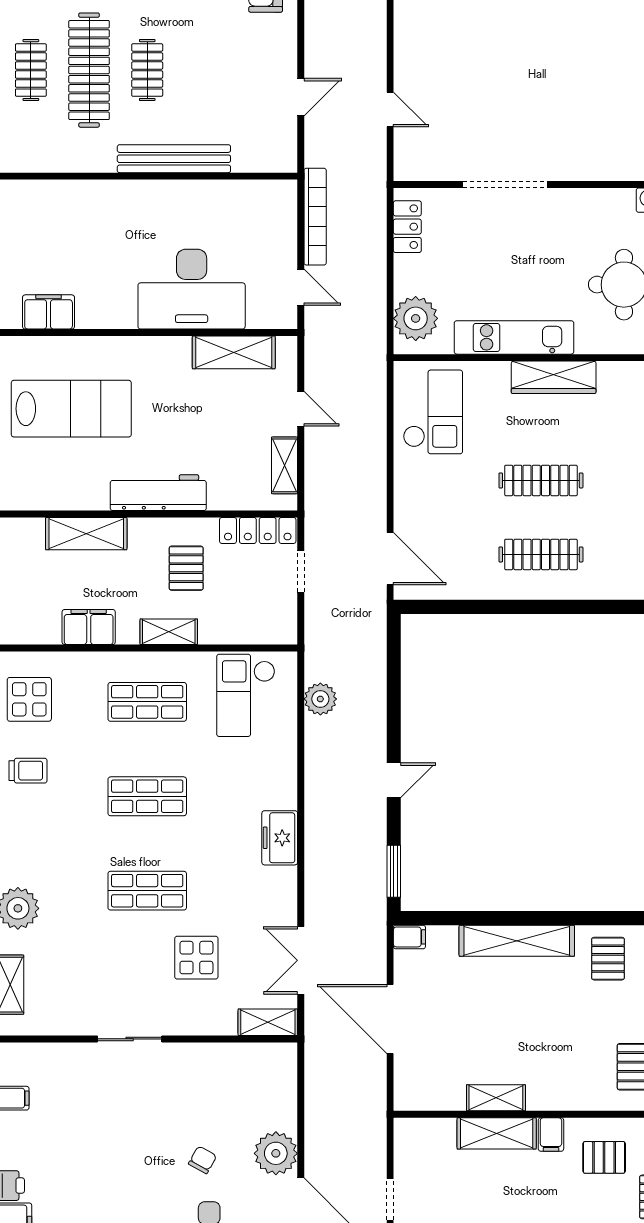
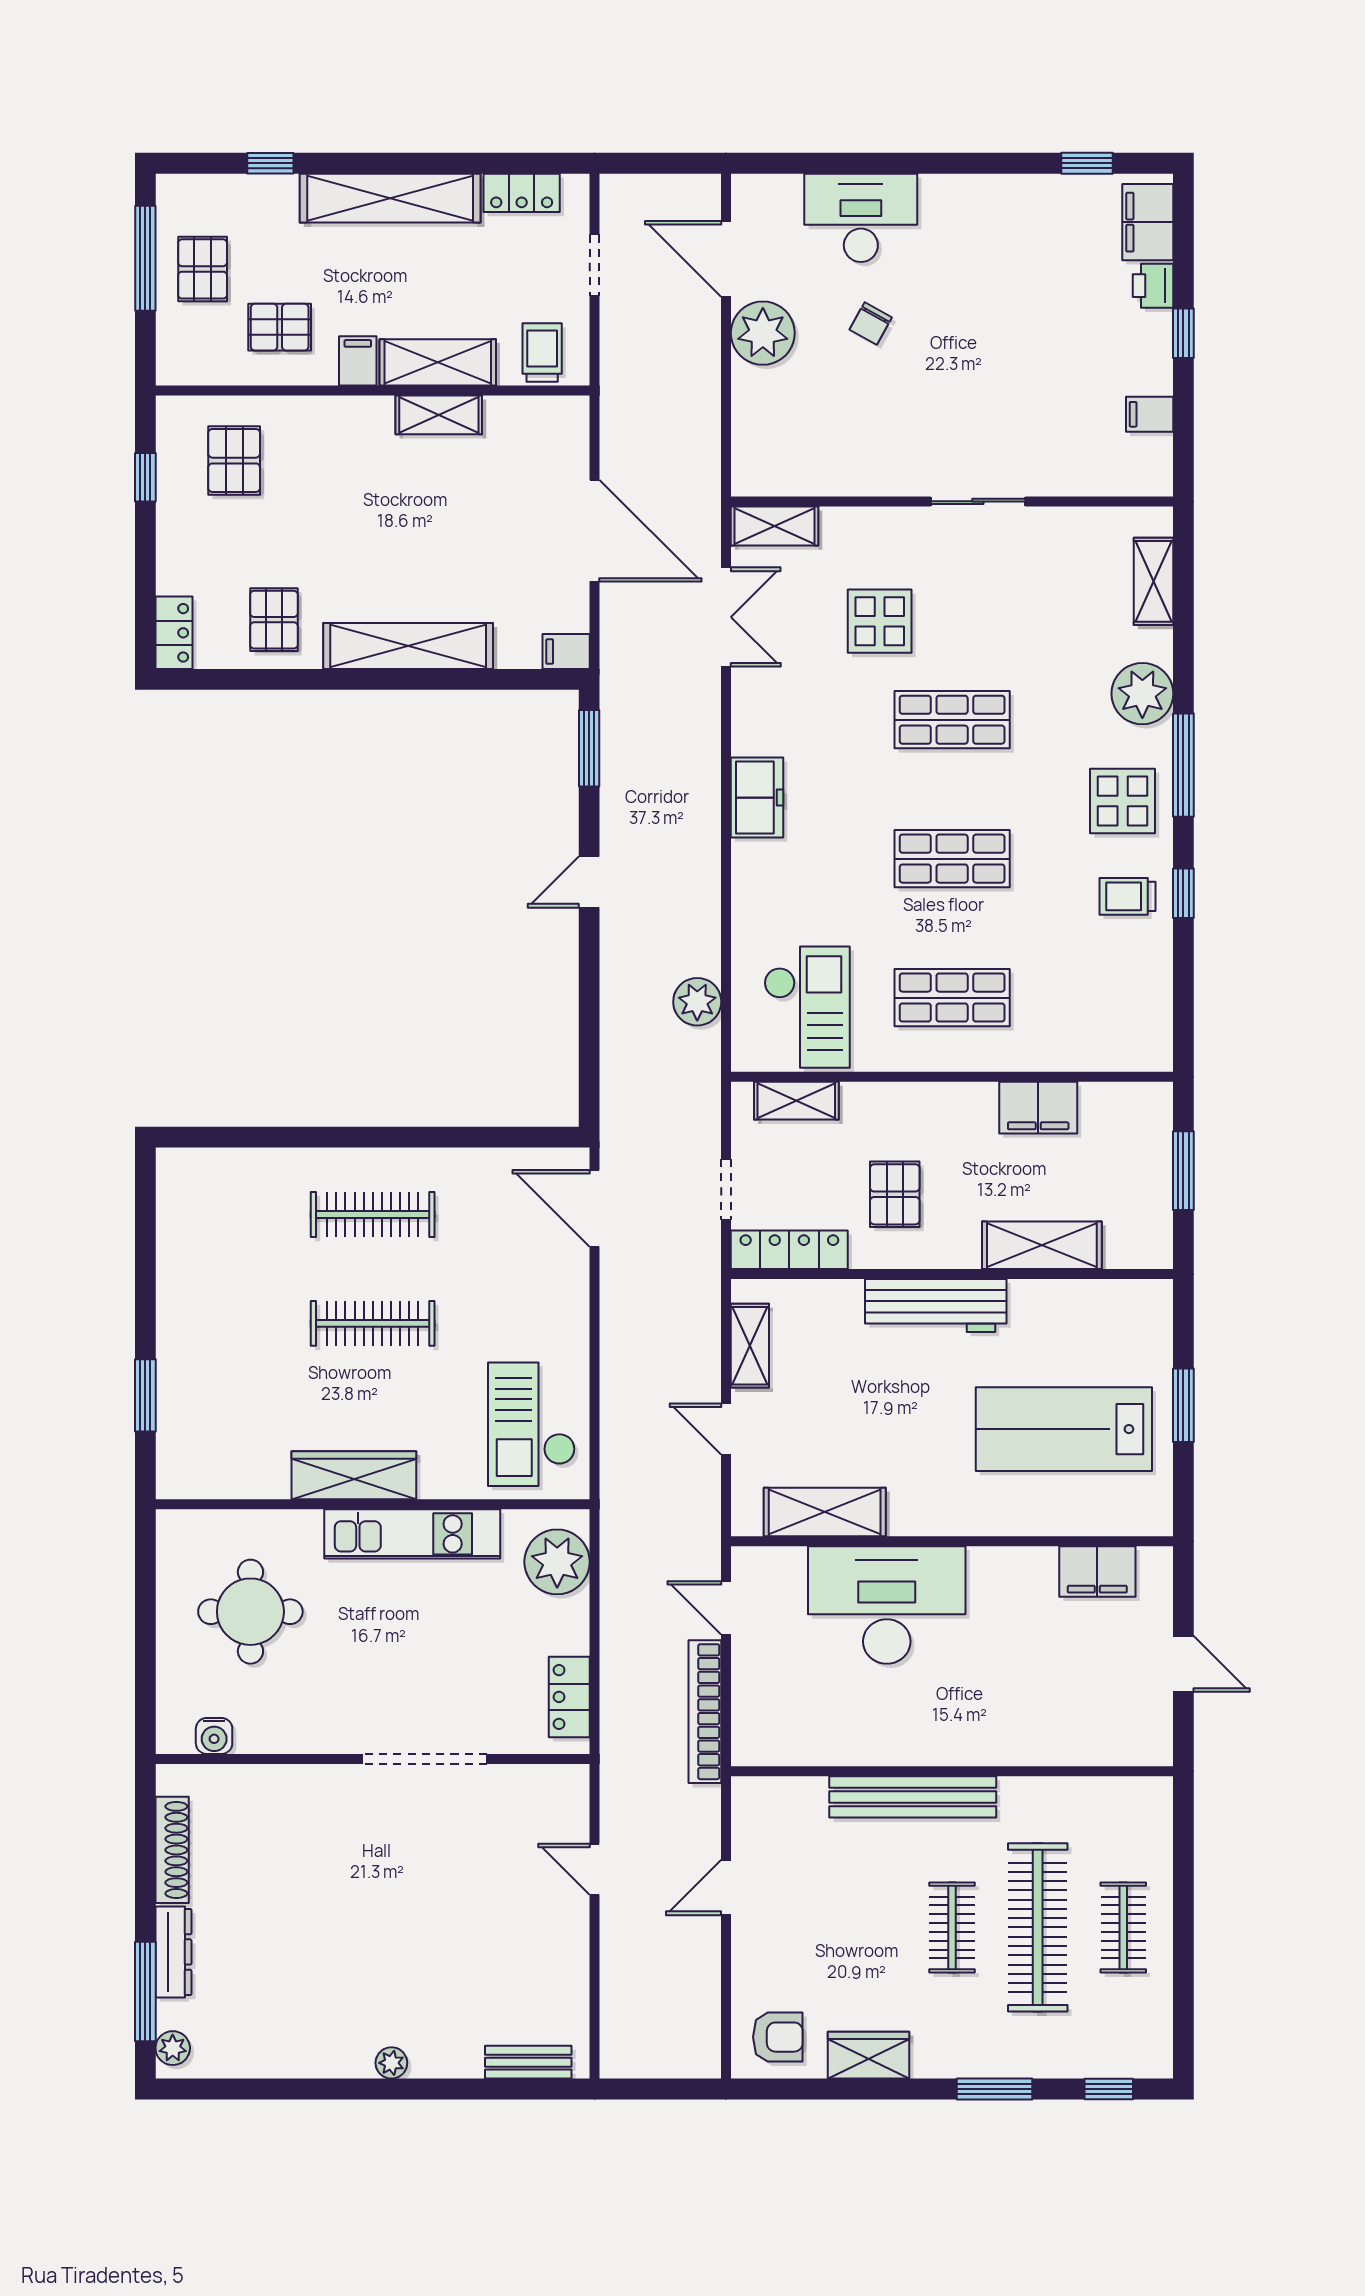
shelving: (169, 632) -> (796, 1101), moved
display table: (29, 699) -> (1123, 801), moved
trolley: (426, 1140) -> (542, 353), added

